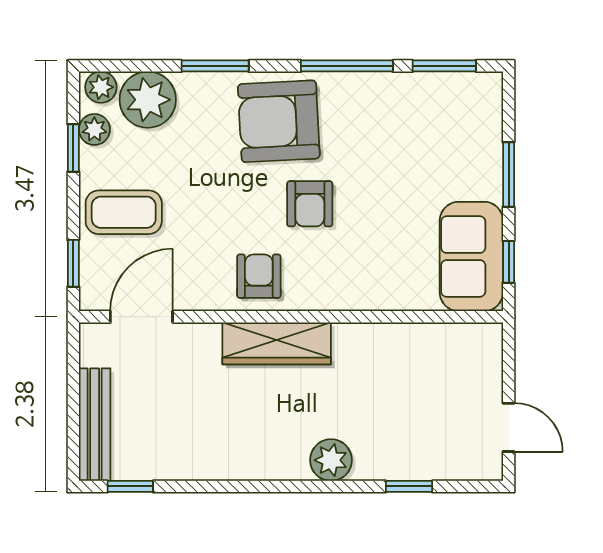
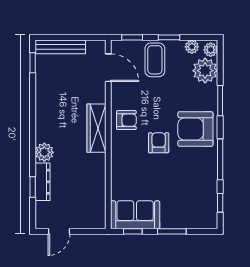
window: (444, 66) -> (220, 203), width x0.67
armchair: (279, 121) -> (195, 129), turned -87
window: (73, 148) -> (169, 37), moved
armchair: (310, 204) -> (159, 143), turned 90
dresser: (397, 464) -> (42, 182), added

